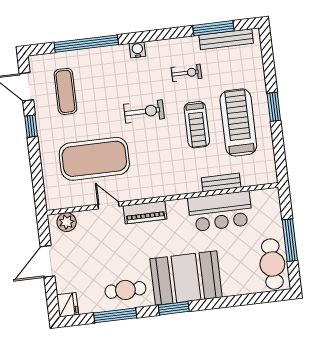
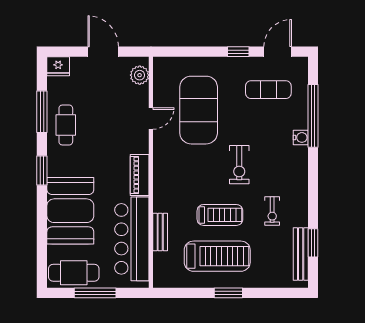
window: (213, 28) -> (313, 243), width x0.69
water cooler: (137, 50) -> (301, 137), moved
treadmill: (197, 125) -> (220, 215), turned 180
bar counter: (220, 211) -> (132, 239), width x1.36
piano: (145, 212) -> (140, 175), moved
booth: (186, 278) -> (70, 211), moved

